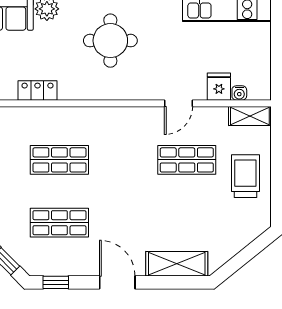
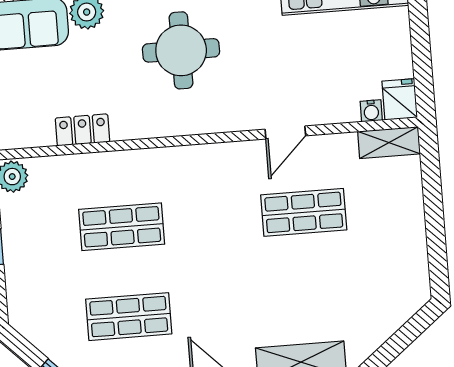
fridge: (219, 87) -> (400, 99), moved
trolley: (245, 176) -> (389, 229), removed

